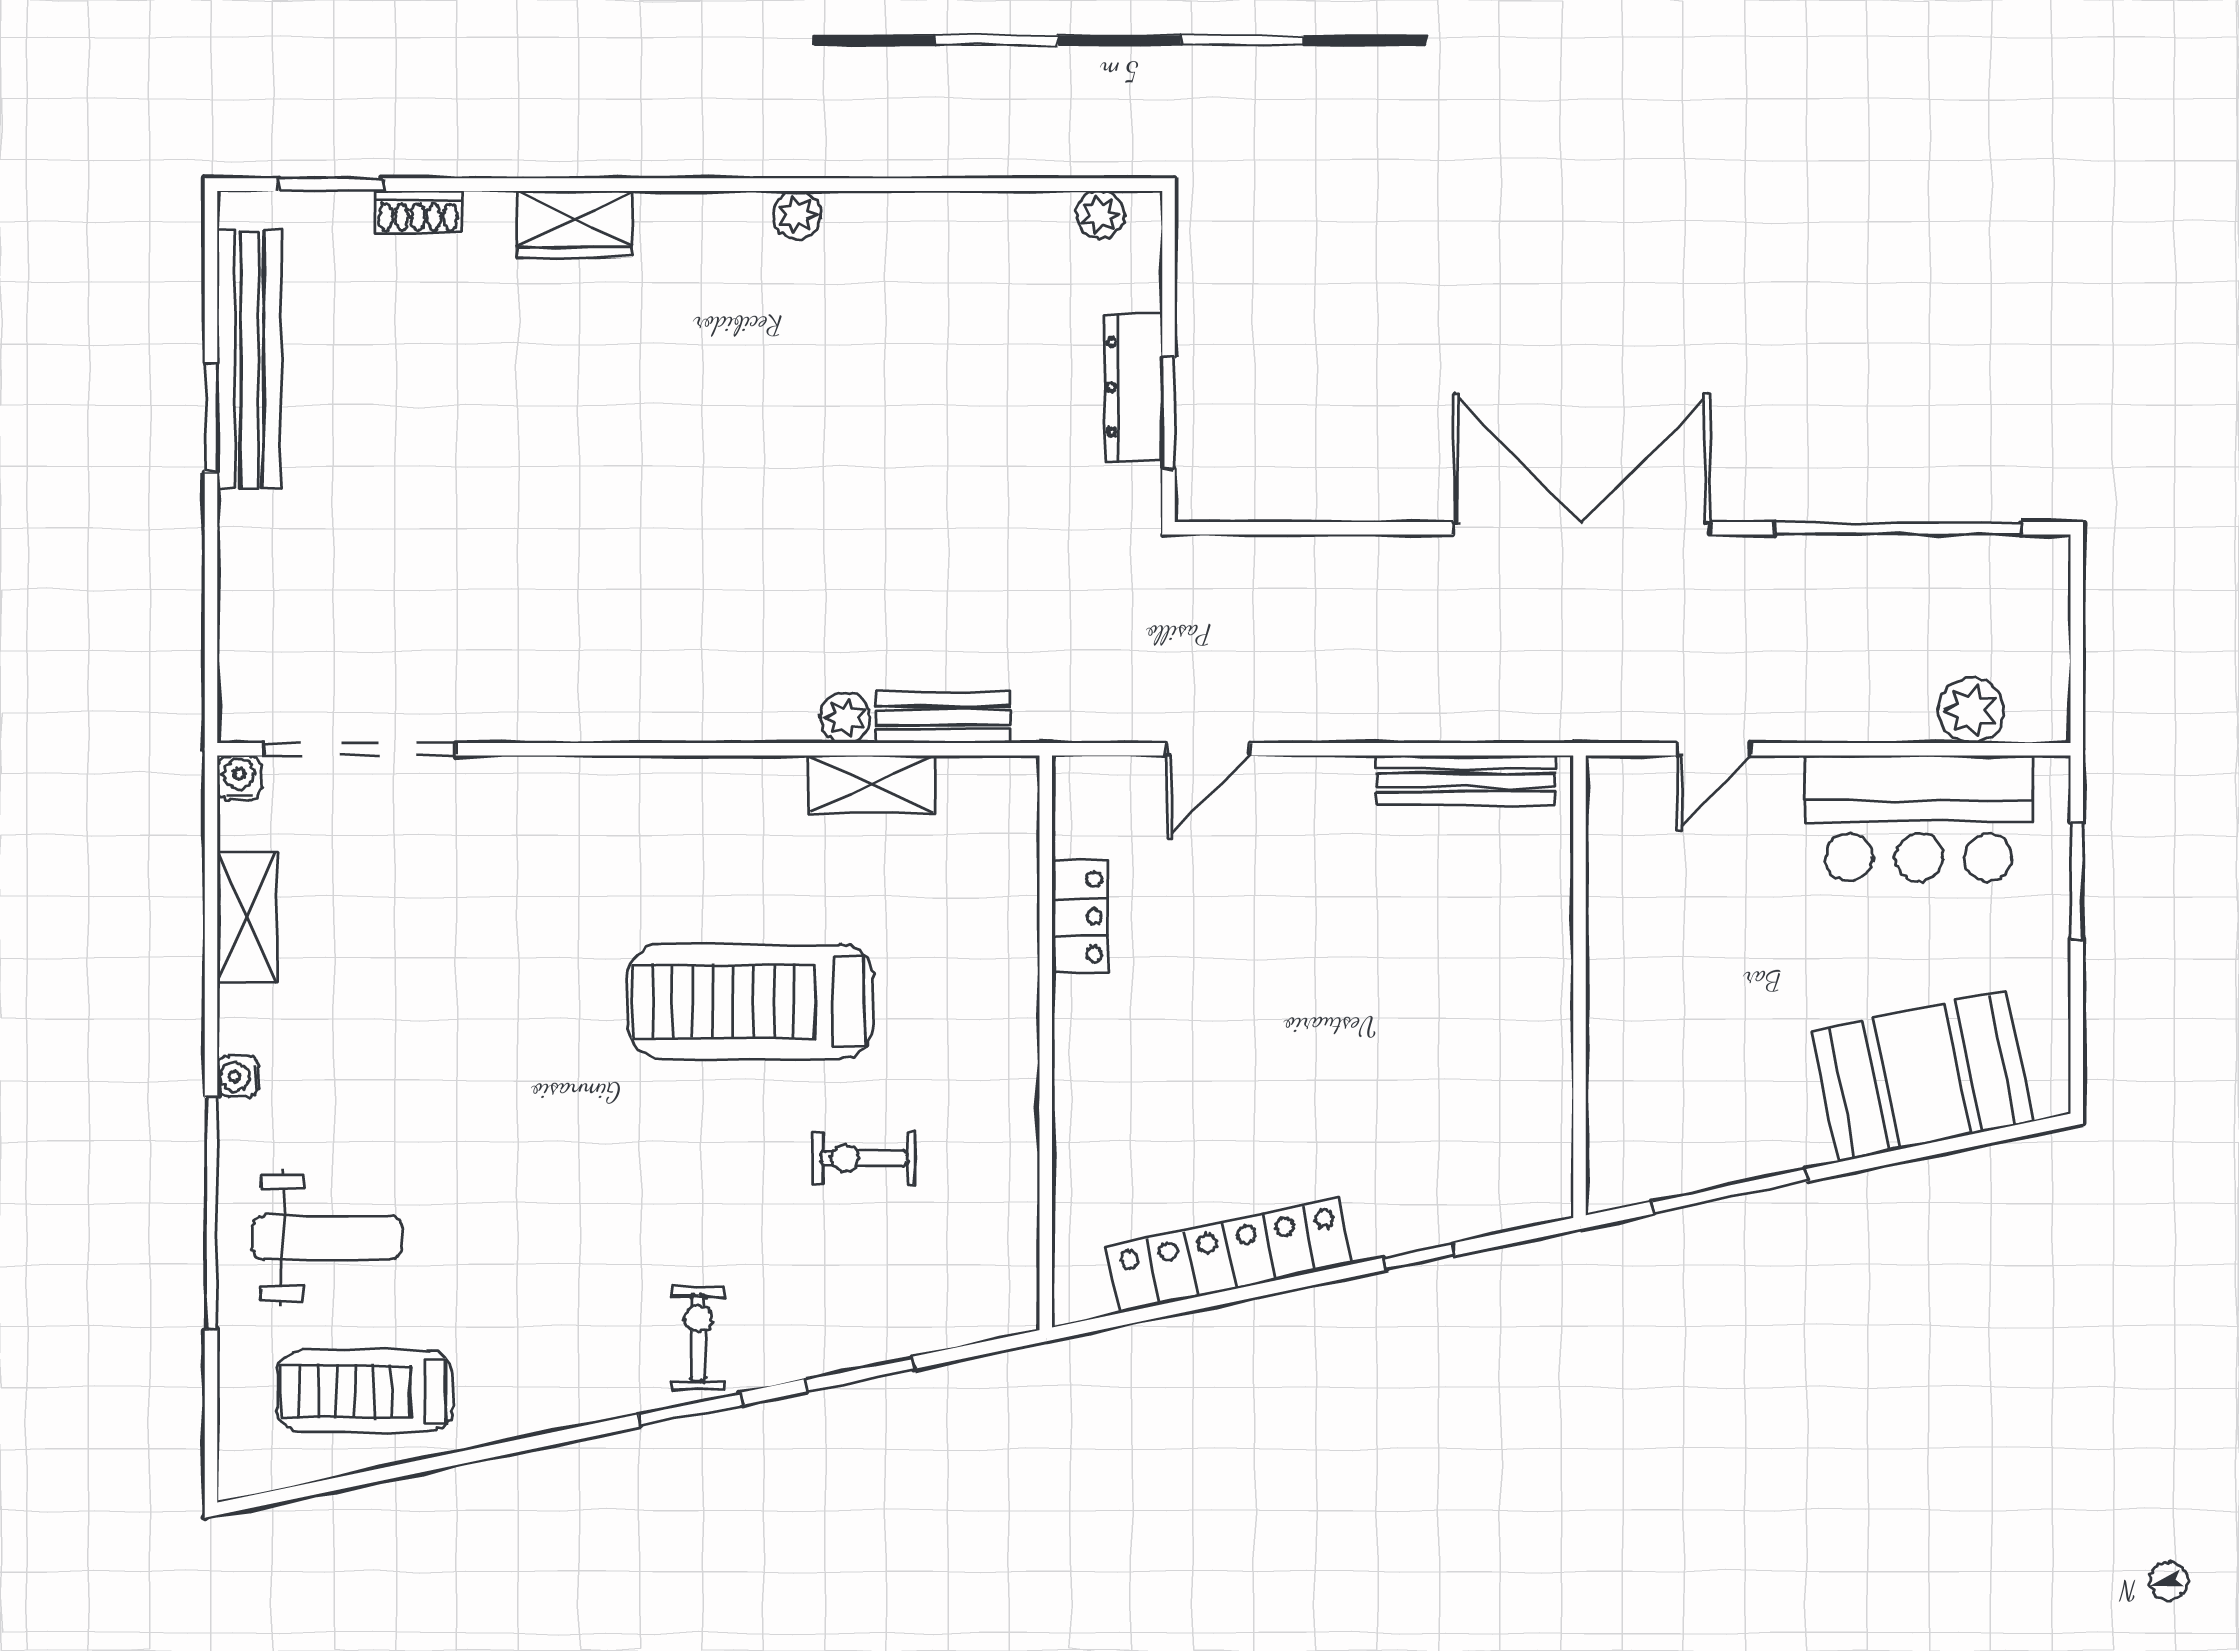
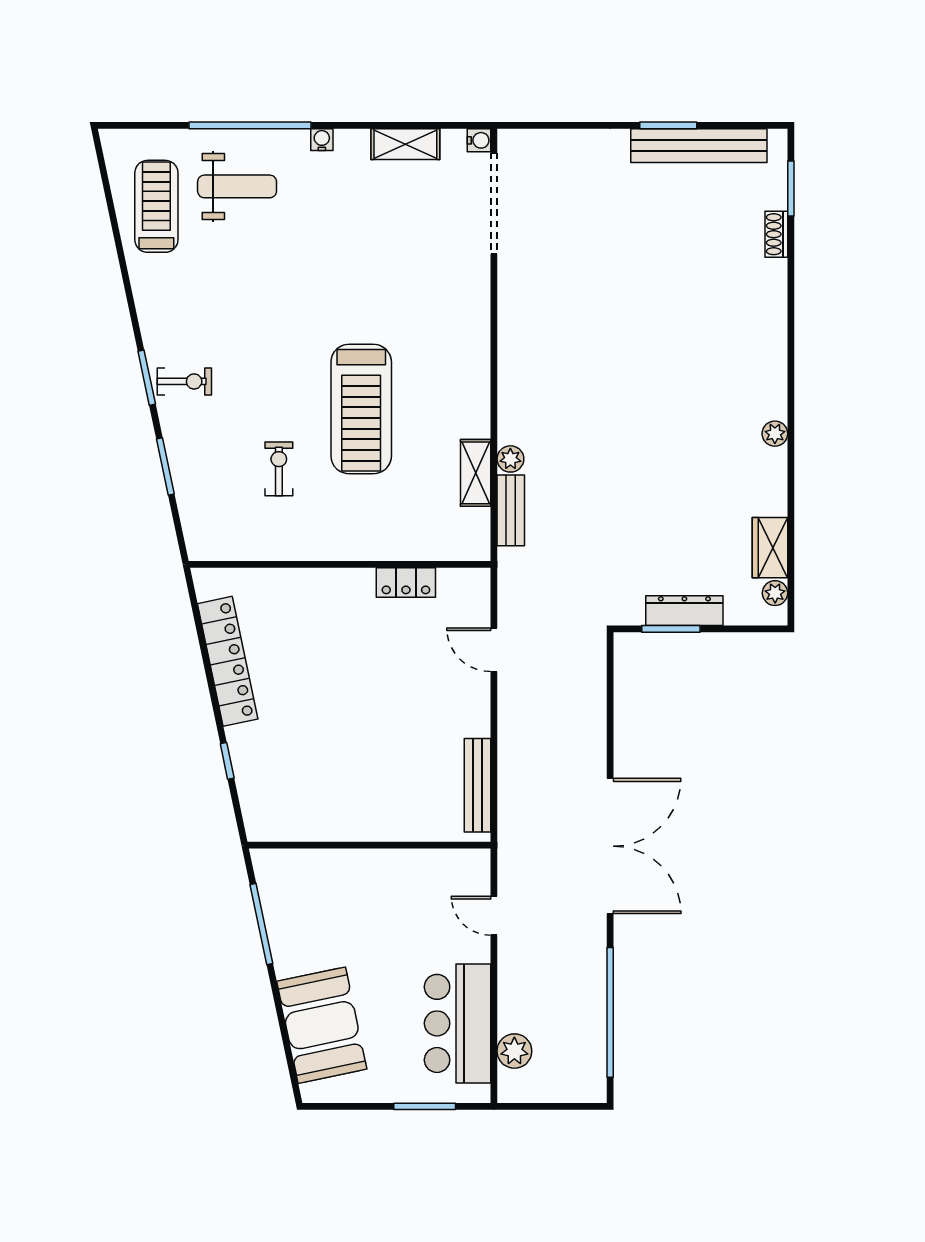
wardrobe: (574, 224) -> (770, 548), moved
treadmill: (750, 1002) -> (361, 409), turned 180
weight bench: (327, 1238) -> (237, 186), turned -90

